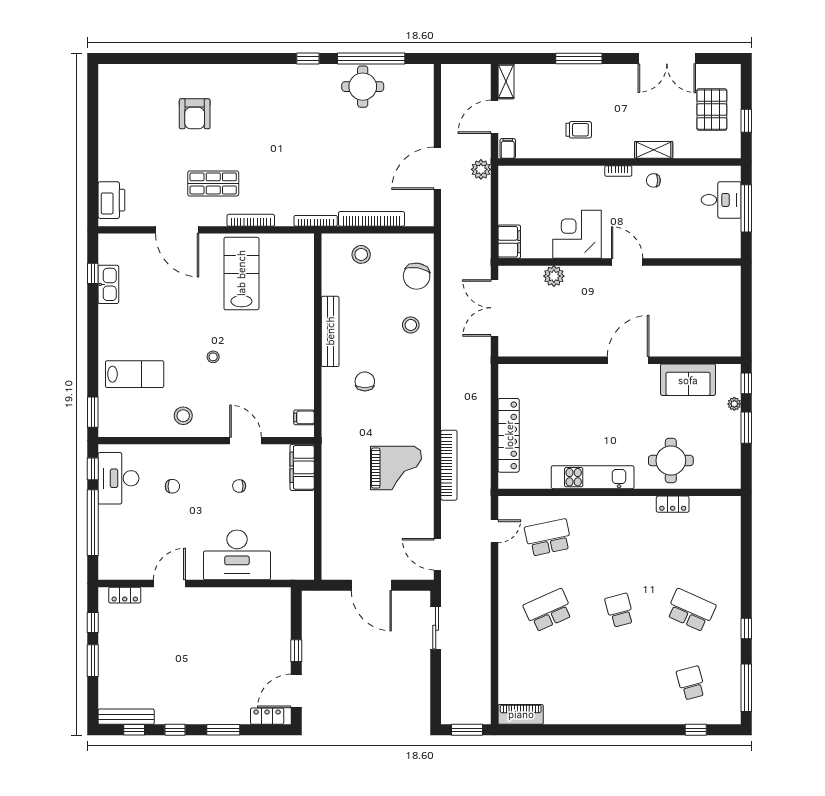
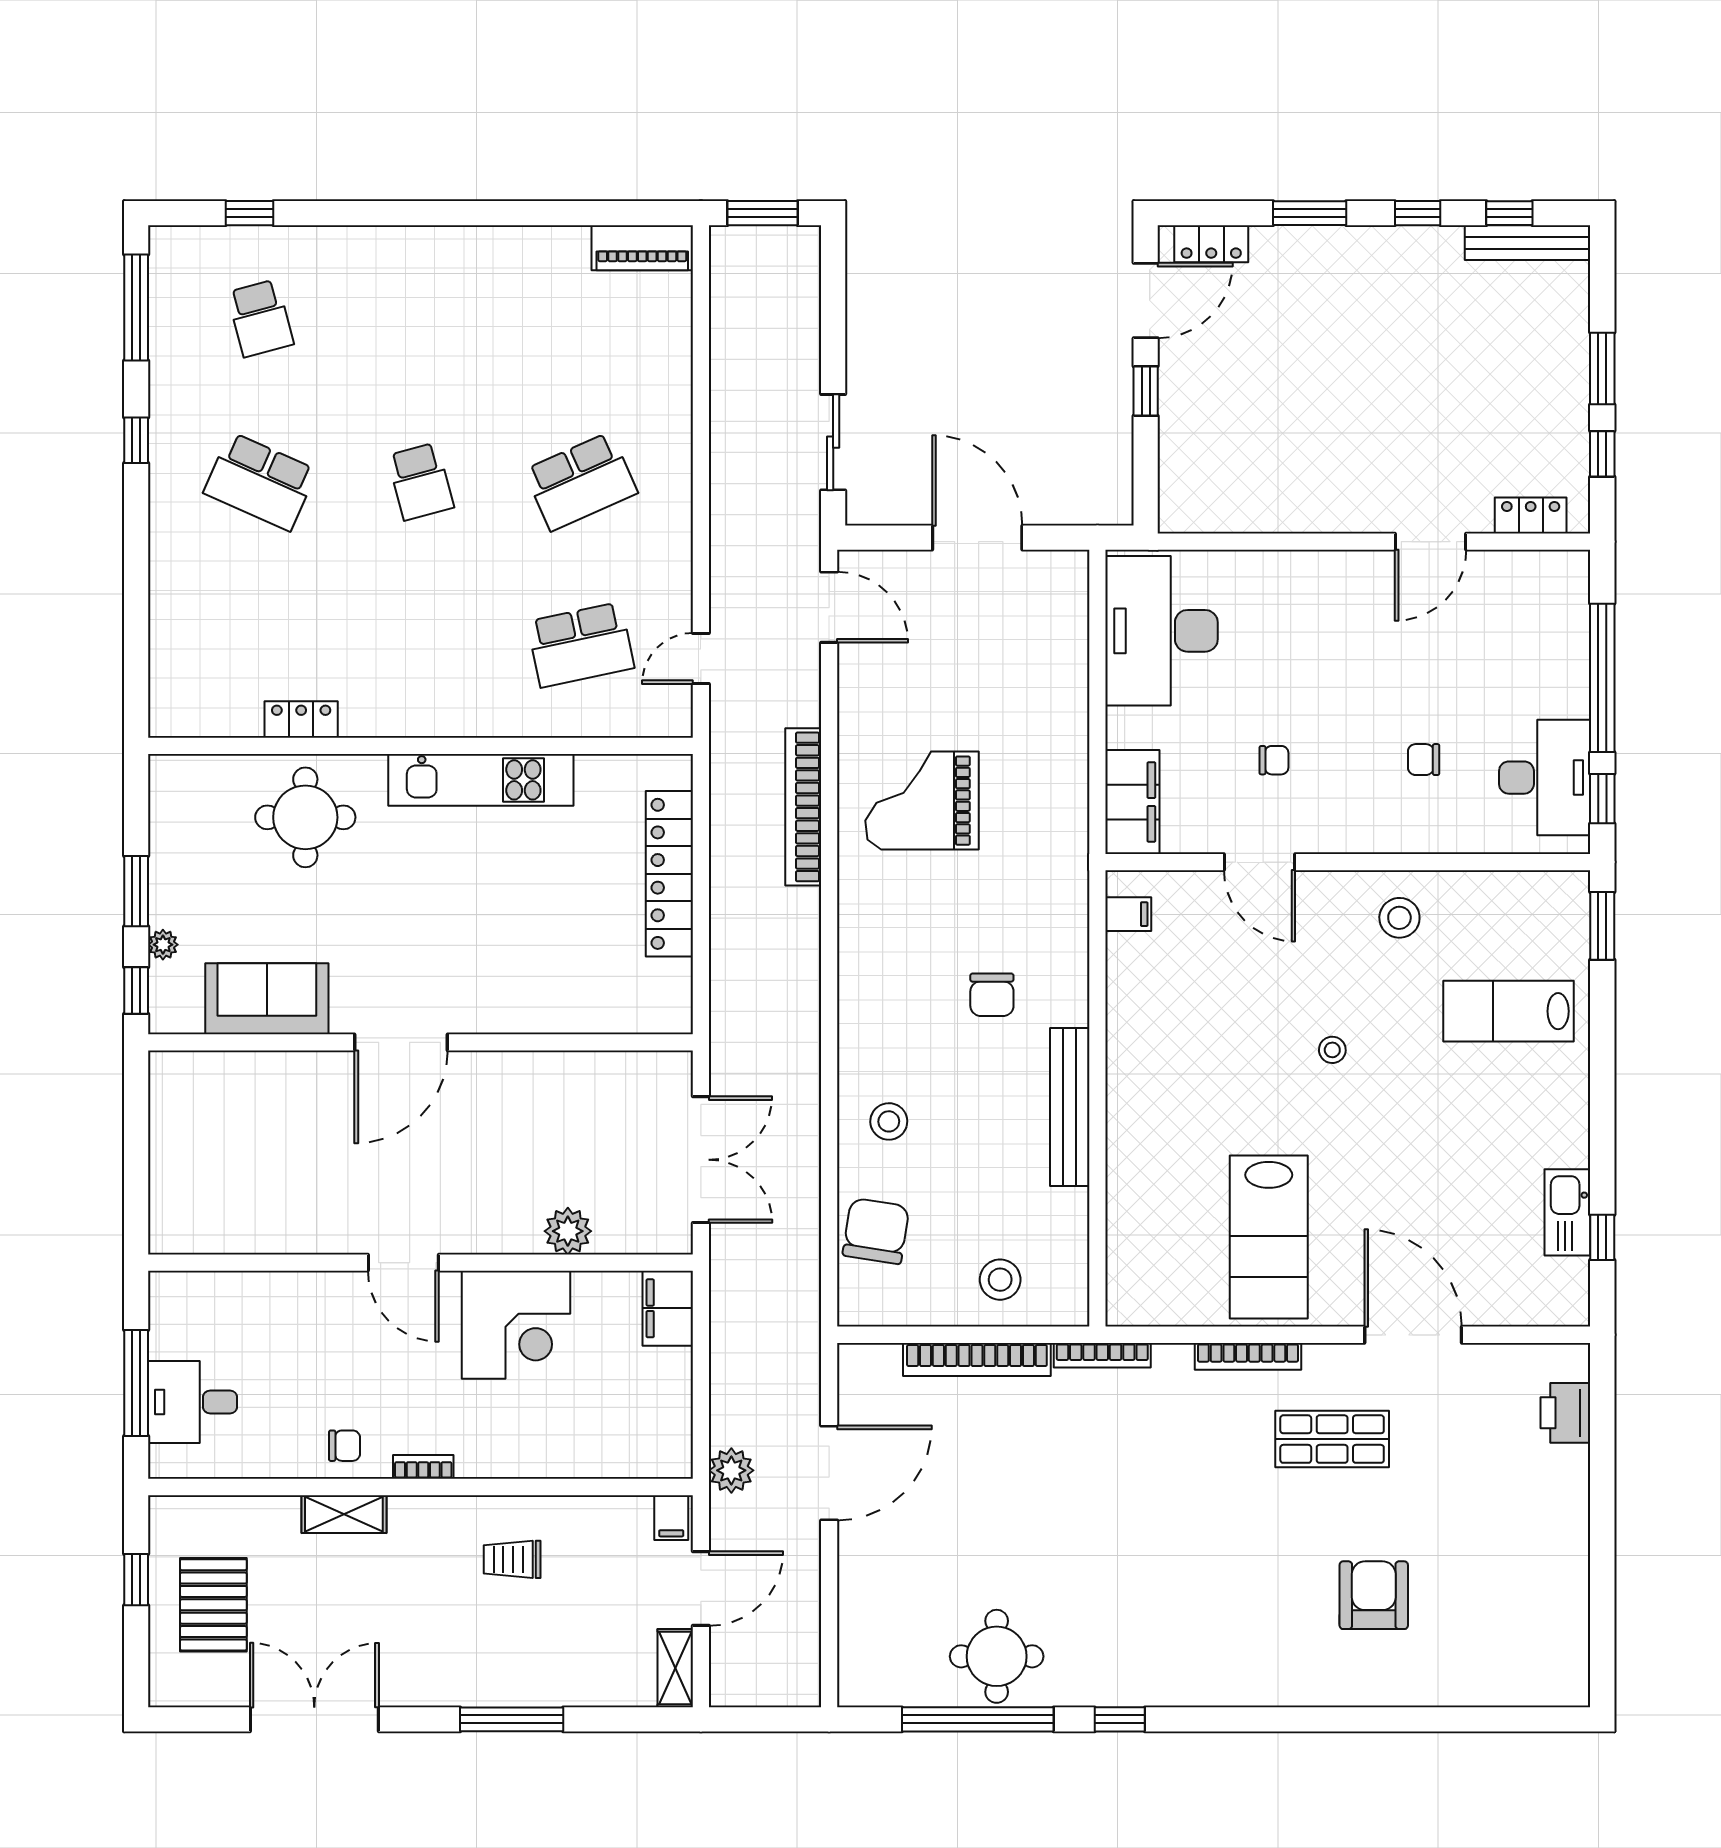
printer: (111, 200) -> (1565, 1413), width x0.73, depth x0.84
desk: (237, 555) -> (1162, 631), moved, turned -90

